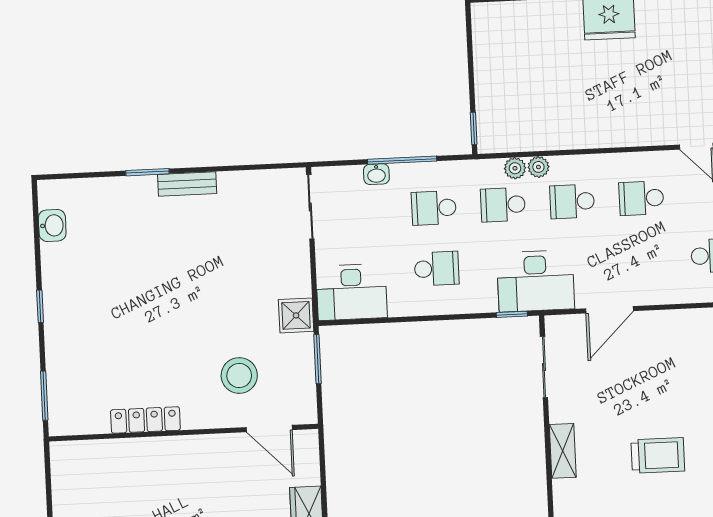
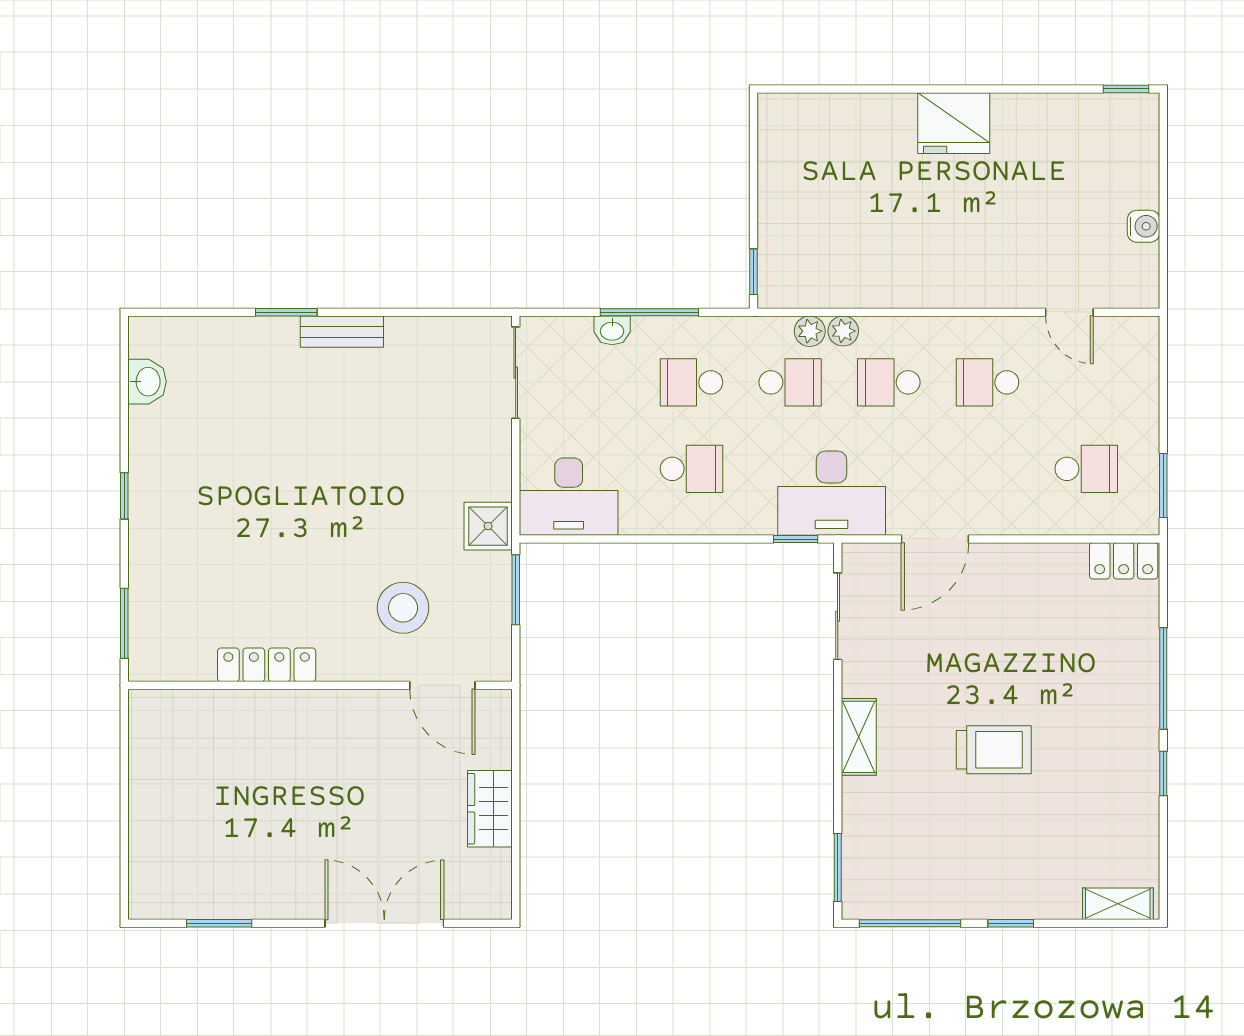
school desk: (503, 205) -> (790, 382), turned 180

